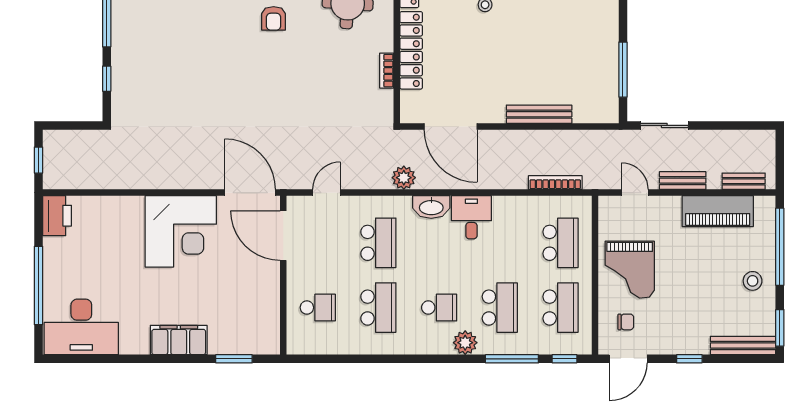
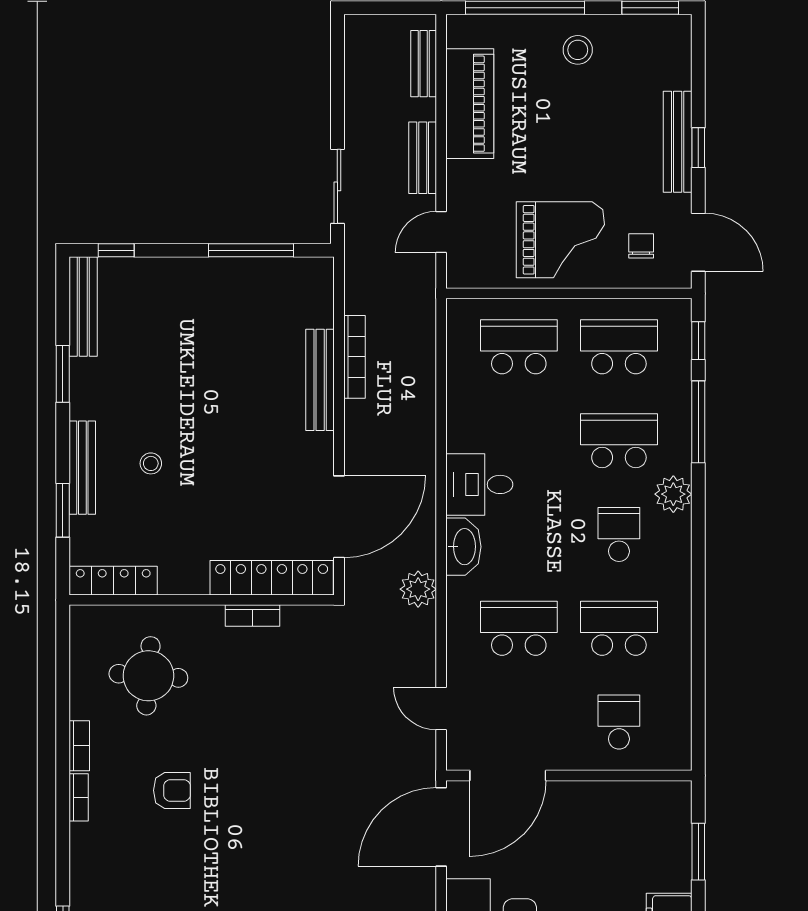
locker: (411, 50) -> (272, 578), moved
bookcase: (555, 183) -> (354, 357), moved, turned 180
bench: (743, 346) -> (678, 142), moved

